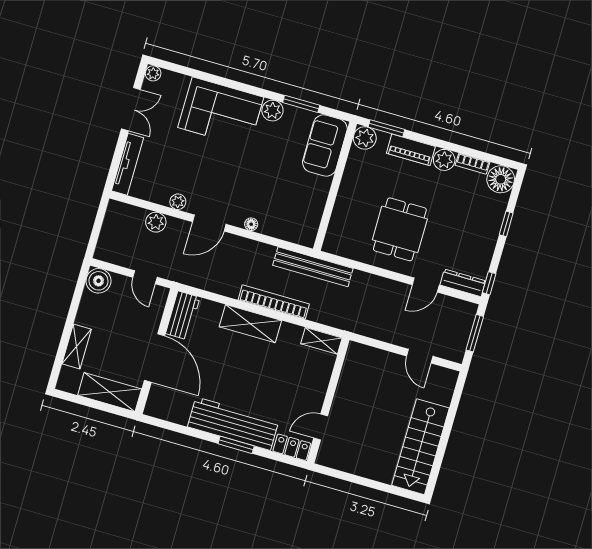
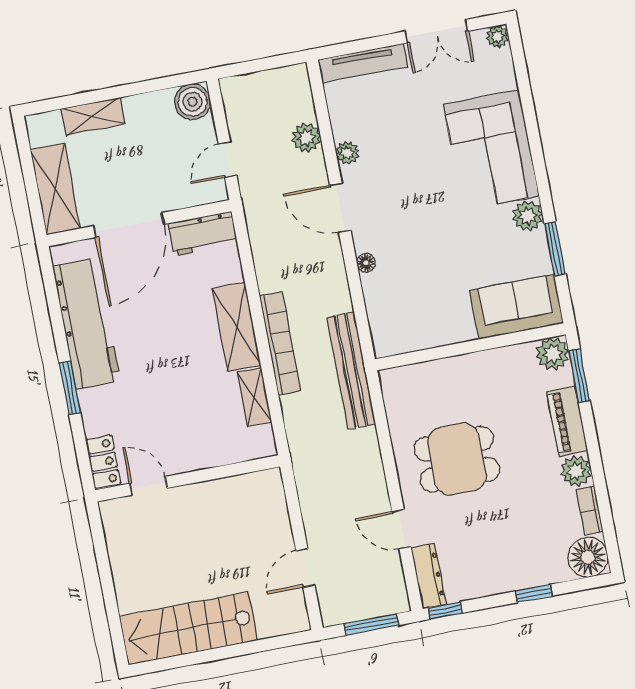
shelving: (321, 341) -> (254, 397), moved
workbench: (233, 424) -> (87, 323), moved

